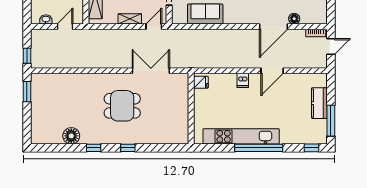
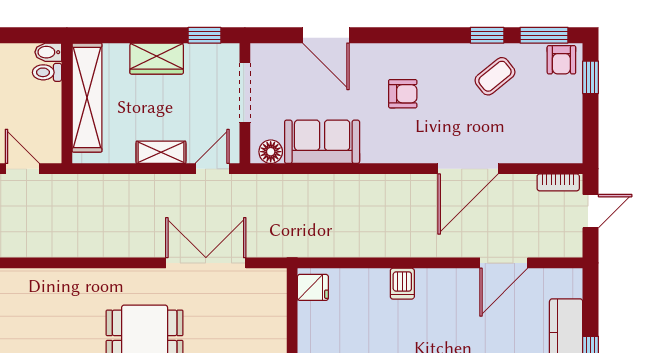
floor lamp: (294, 19) -> (271, 152), moved
door: (65, 27) -> (22, 169), hinge flipped
door: (272, 71) -> (504, 263), moved

